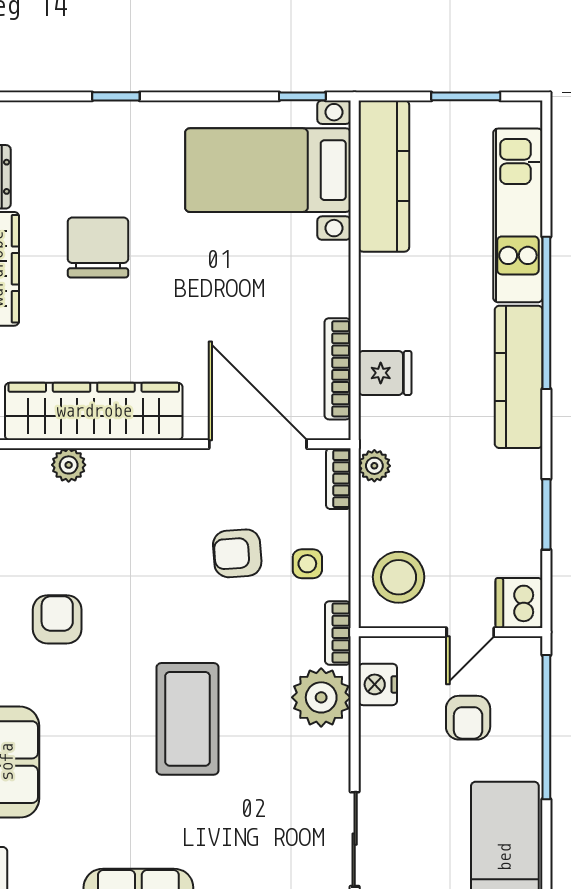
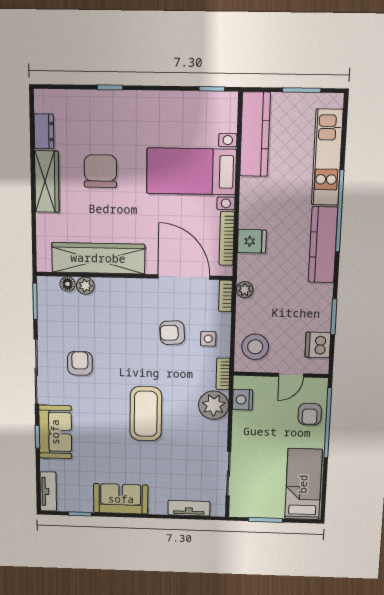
bed with nightstands: (268, 170) -> (191, 171), moved
floor lamp: (34, 462) -> (68, 284), added
dishwasher: (519, 603) -> (318, 345), moved
armchair: (468, 718) -> (310, 414), moved

